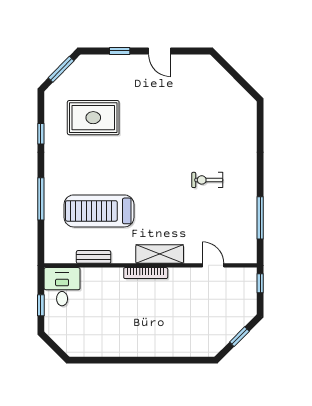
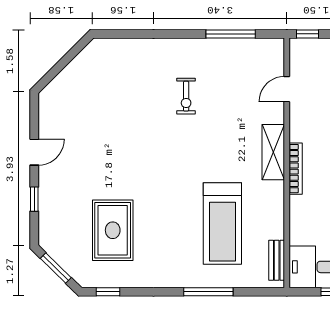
window: (41, 134) -> (108, 292), moved
bench: (94, 257) -> (277, 260), moved

